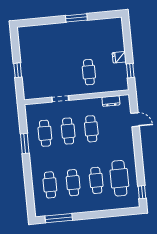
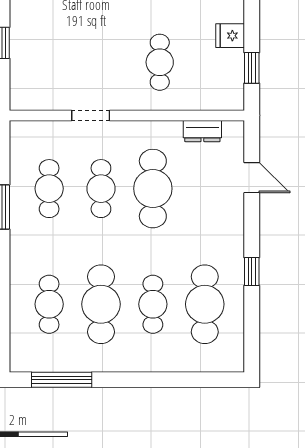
cafe table: (91, 129) -> (153, 189), width x1.37, depth x1.35
cafe table: (73, 183) -> (101, 304), width x1.37, depth x1.35
window: (142, 192) -> (252, 272), moved

